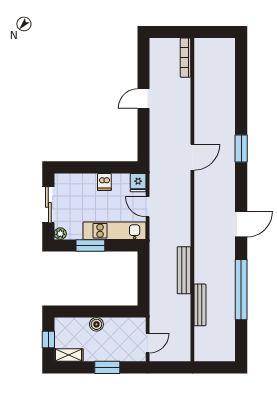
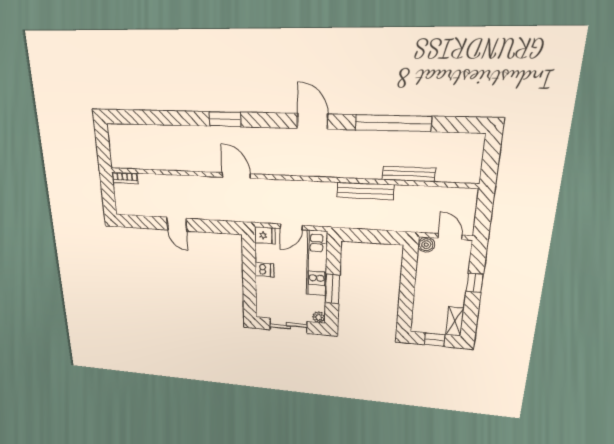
bookcase: (185, 58) -> (125, 178), width x0.64
boiler: (96, 324) -> (426, 245), moved
window: (107, 367) -> (475, 283), width x0.67

